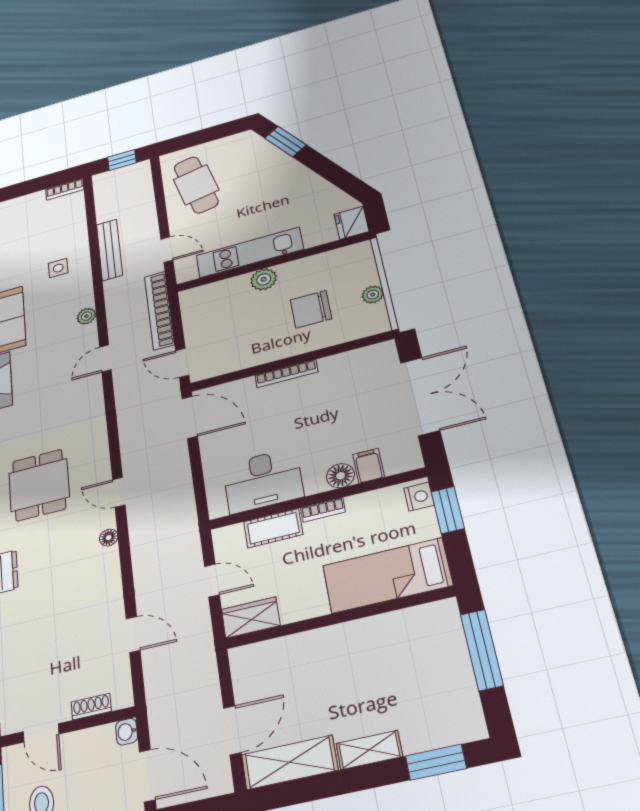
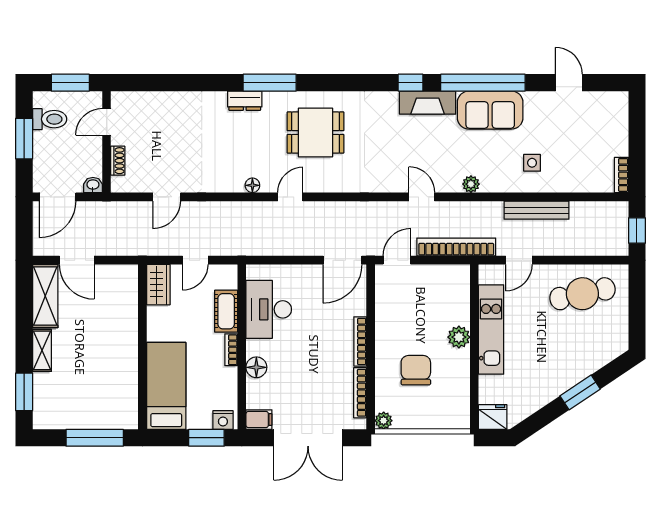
window: (285, 141) -> (580, 392), moved
plant: (373, 295) -> (384, 421), moved
bookcase: (350, 357) -> (360, 393), added
filing cabinet: (369, 466) -> (259, 420), moved

